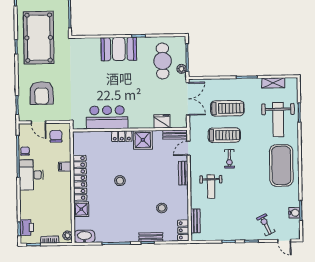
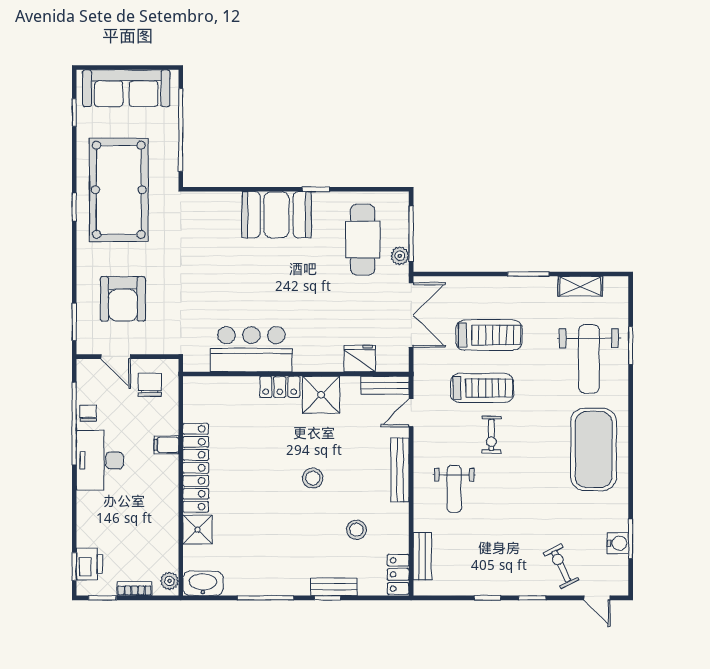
bench: (183, 173) -> (400, 470), width x1.36
stool: (120, 181) -> (313, 478), moved

